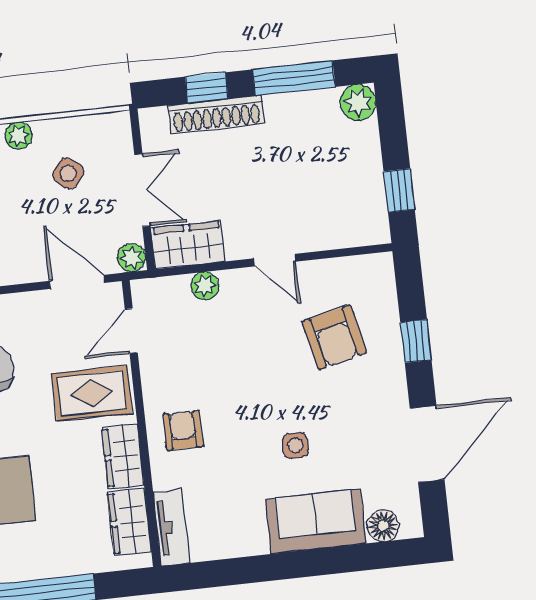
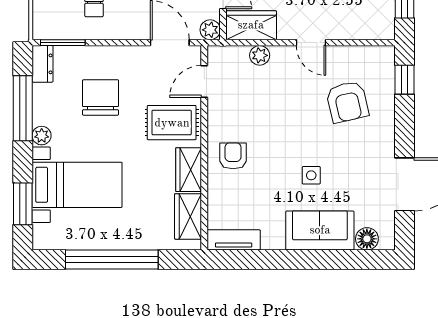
window: (416, 341) -> (405, 80), moved
tv unit: (171, 527) -> (234, 240), moved, turned -90

